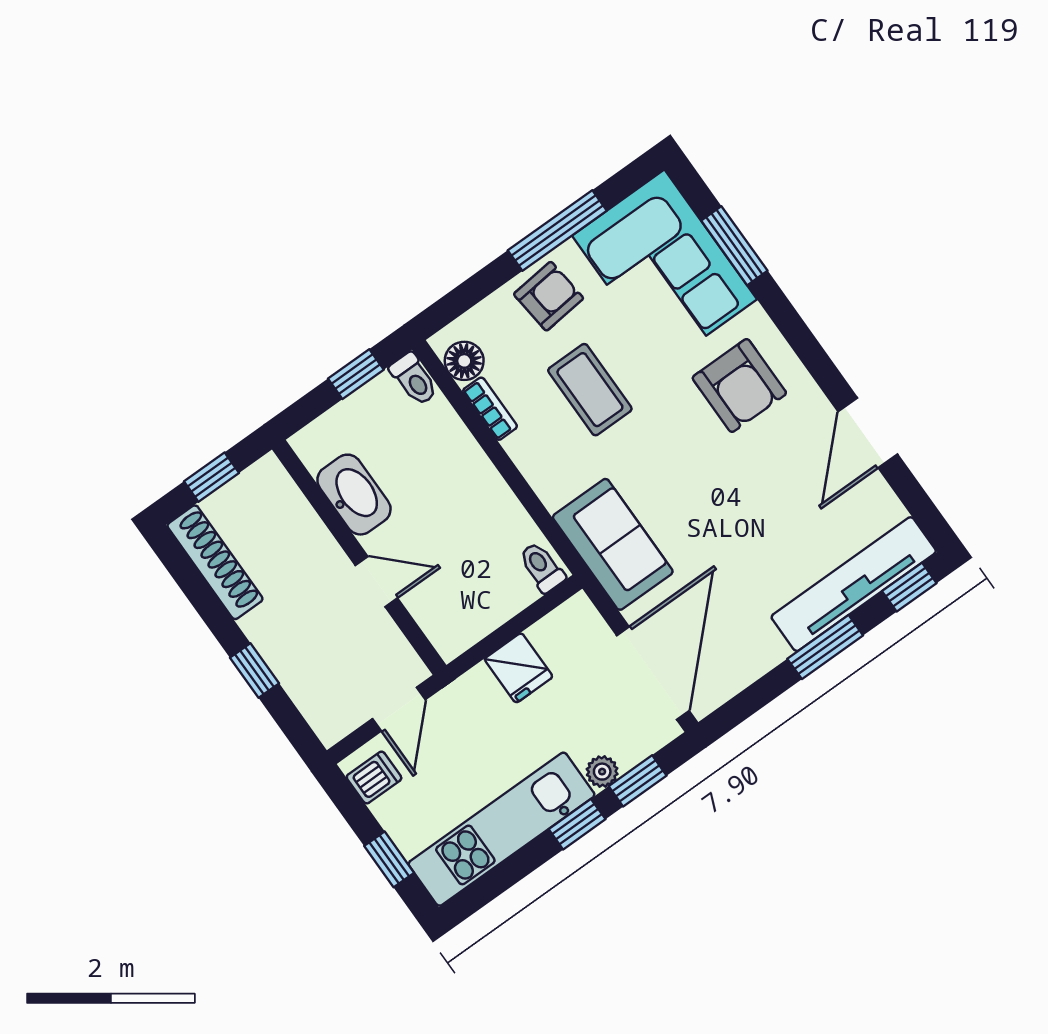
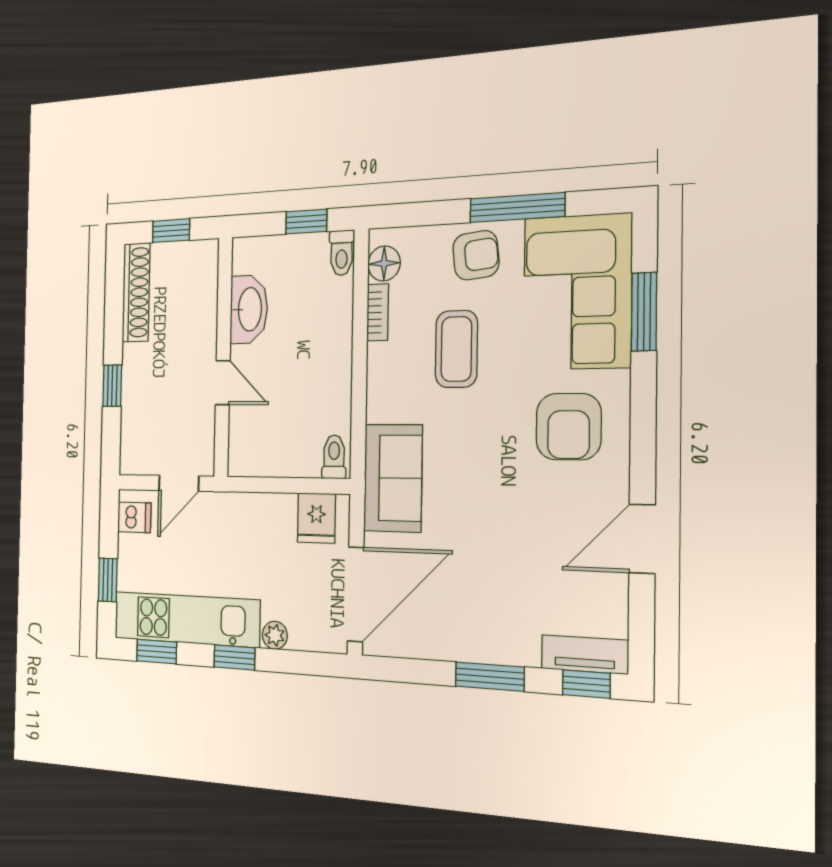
tv unit: (854, 584) -> (585, 654), width x0.52, depth x0.78
fridge: (519, 668) -> (316, 518), moved
window: (638, 781) -> (157, 652), moved

